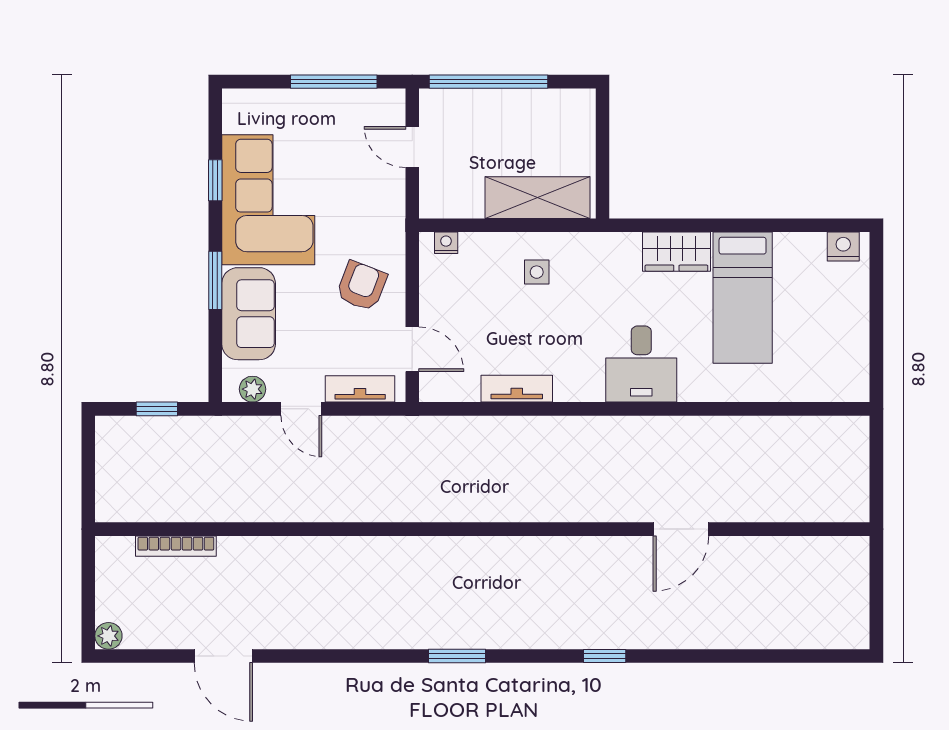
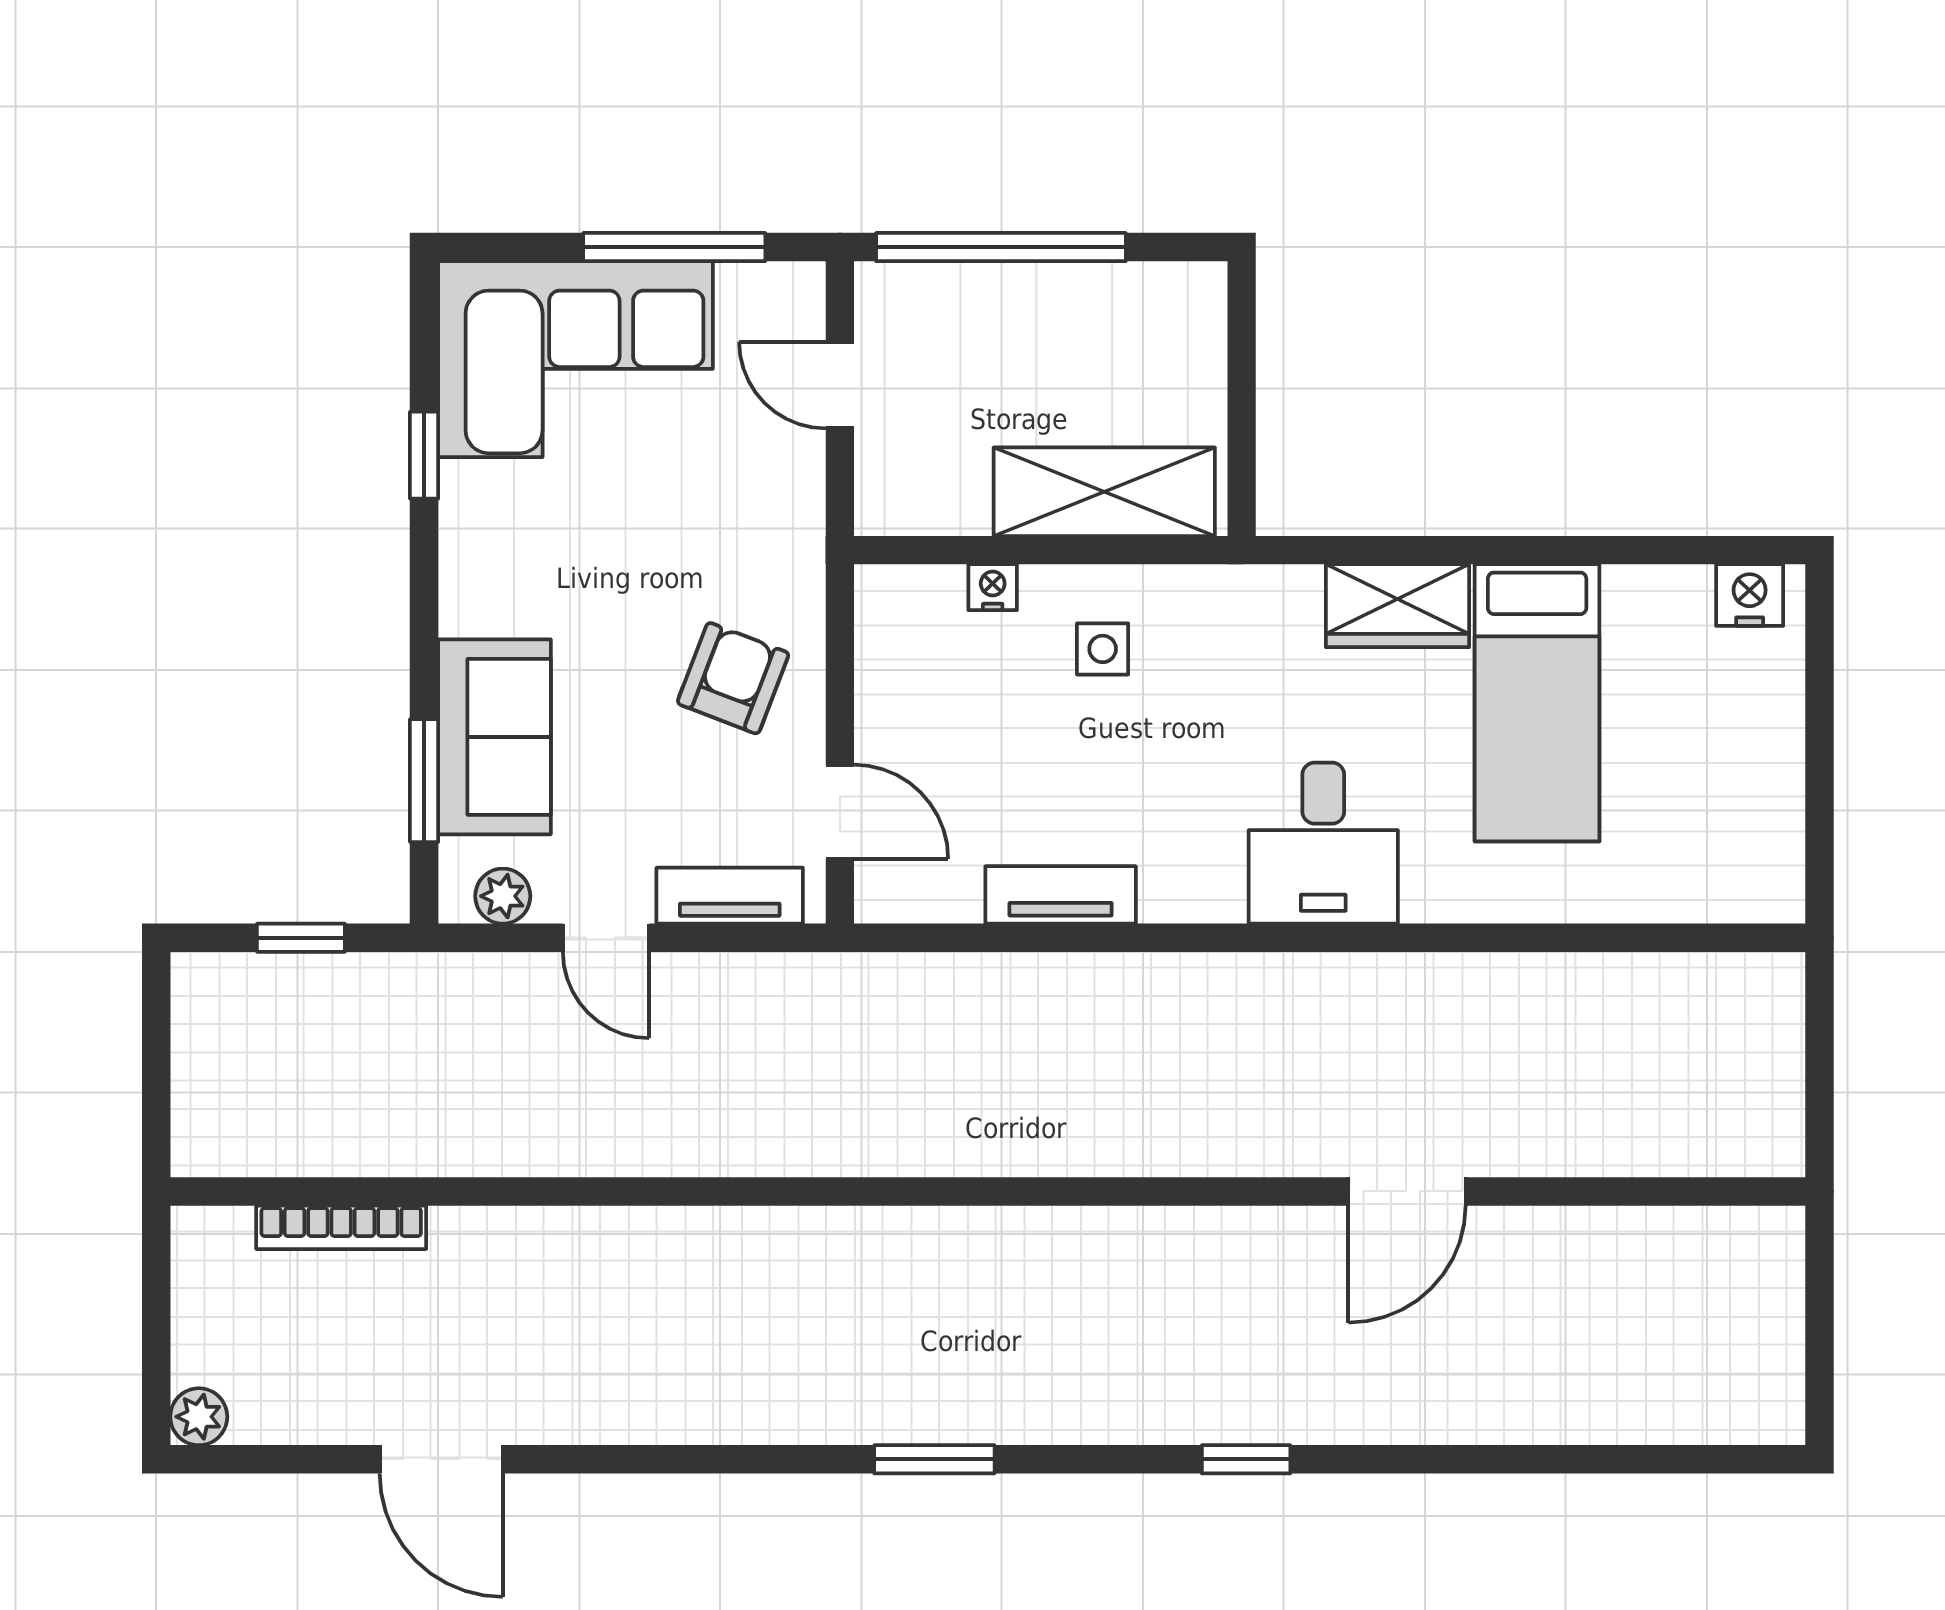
corner sofa: (268, 200) -> (575, 359), moved, turned 90
nightstand: (446, 243) -> (993, 587), moved
window: (215, 280) -> (424, 781), moved

